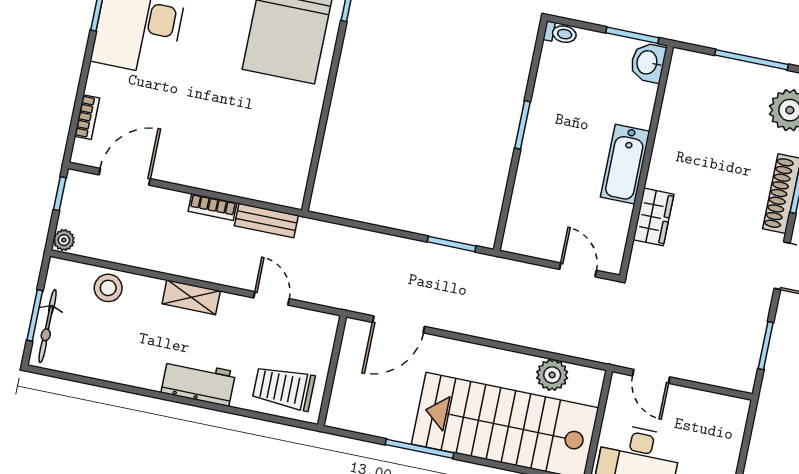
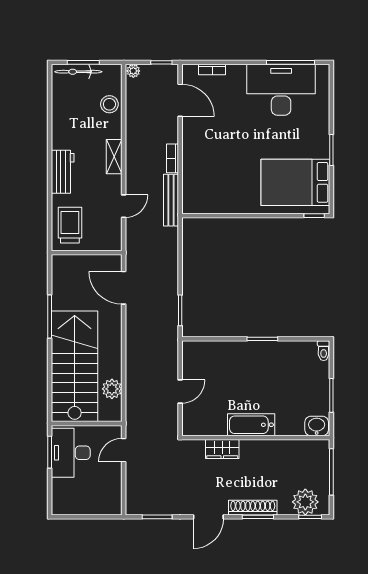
washbasin: (648, 63) -> (317, 426), moved
wall: (646, 161) -> (256, 438), moved
bathtub: (625, 164) -> (251, 425), moved
wardrobe: (654, 217) -> (222, 449), moved
bench: (266, 221) -> (171, 200), width x1.36

